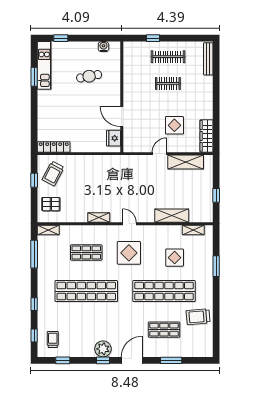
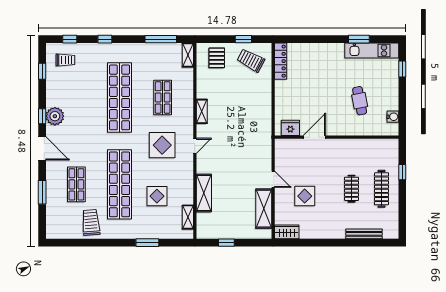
bench: (208, 59) -> (364, 234), moved
wardrobe: (206, 136) -> (287, 232), width x0.67

